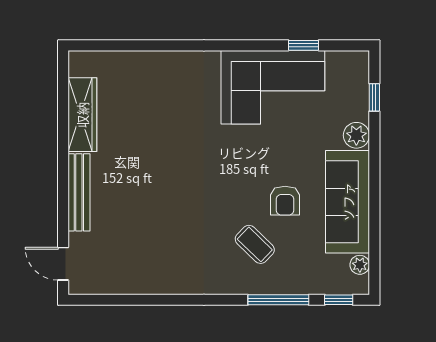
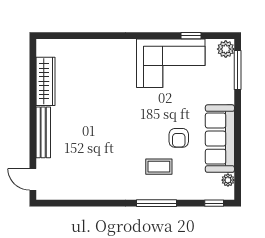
window: (374, 97) -> (238, 70), width x2.17
plant: (356, 135) -> (226, 49), moved
coffee table: (255, 244) -> (159, 167), turned -44
window: (278, 300) -> (157, 203), moved

